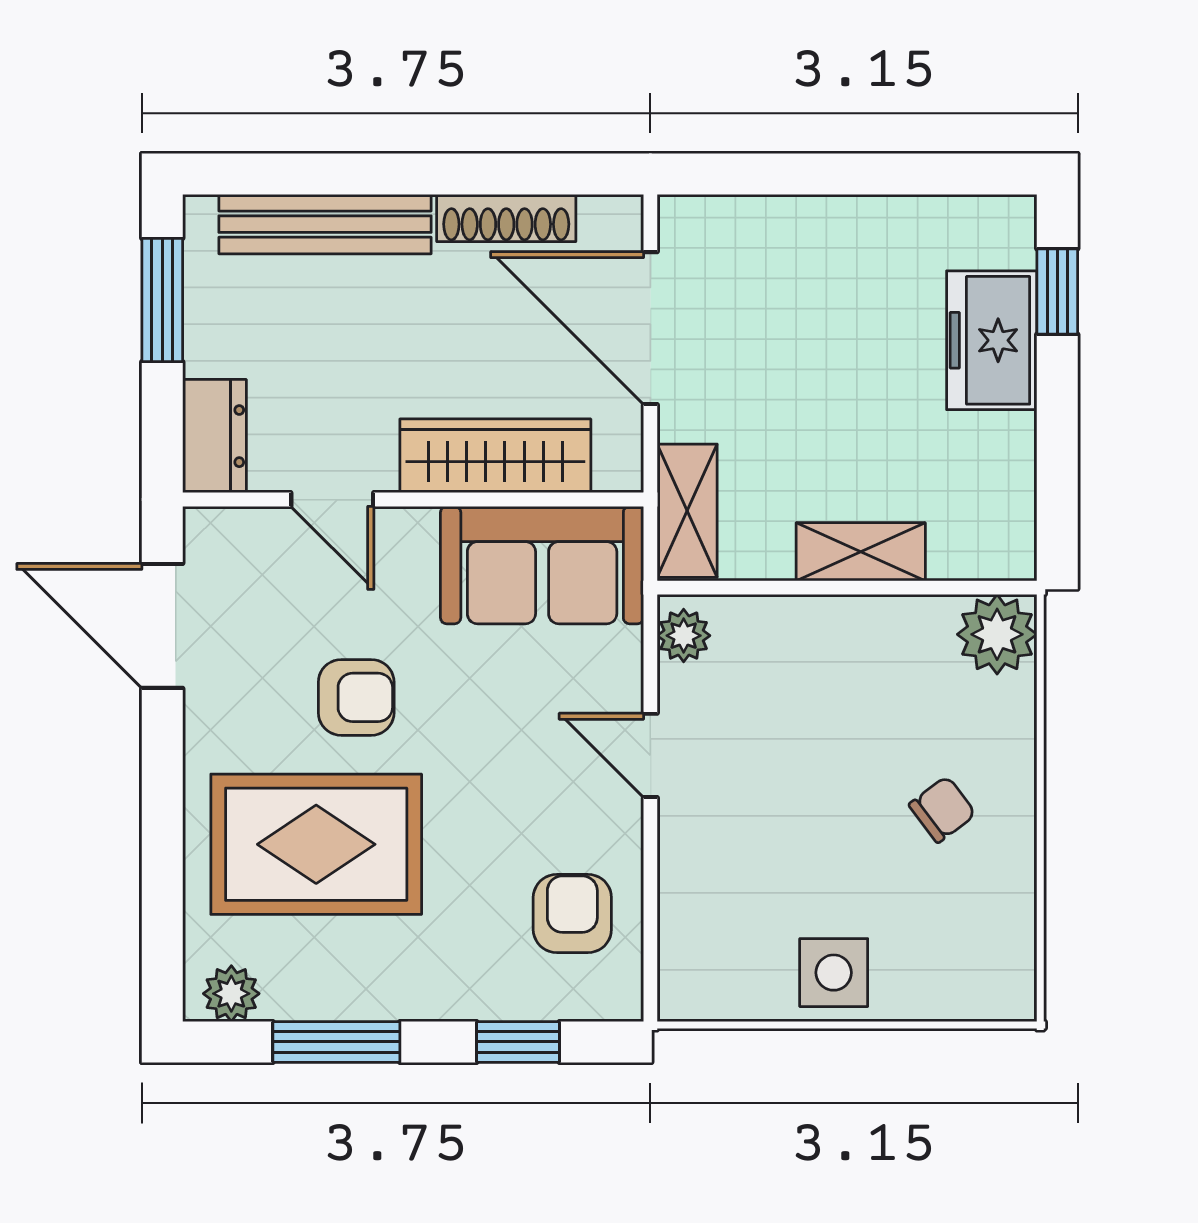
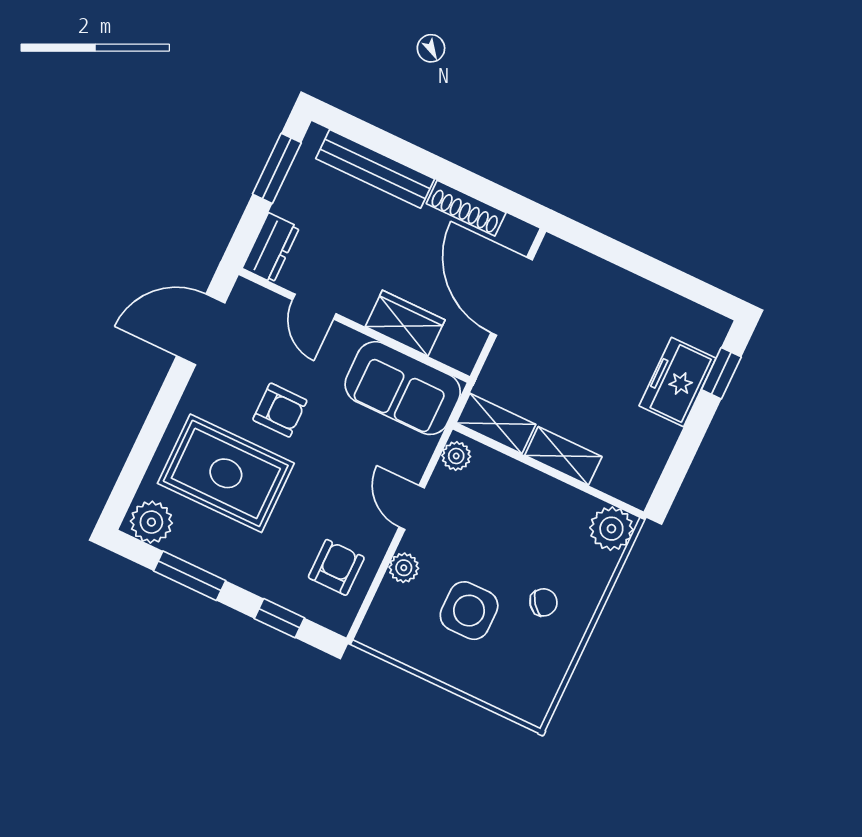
wardrobe: (495, 456) -> (405, 323), width x0.67
shelving: (687, 511) -> (496, 424), moved, turned 90
door: (162, 626) -> (201, 329), hinge flipped
plant: (684, 861) -> (404, 568), added
side table: (834, 973) -> (469, 611), moved, width x1.37, depth x1.37
plant: (231, 994) -> (151, 522), width x1.38, depth x1.38

